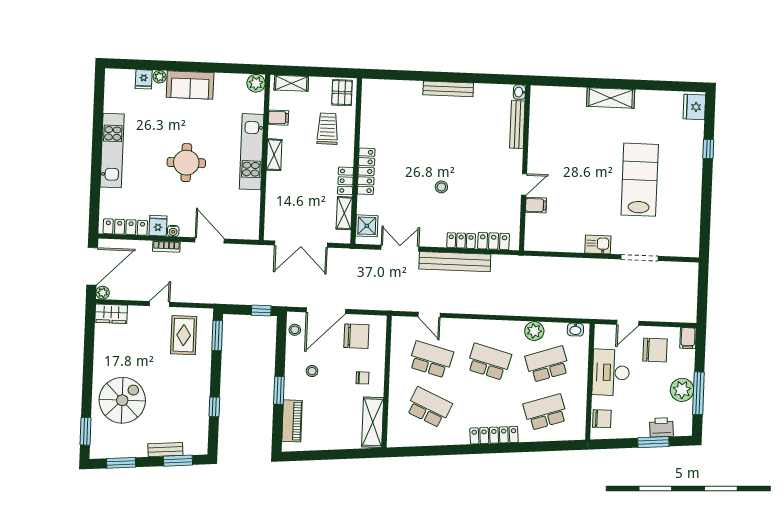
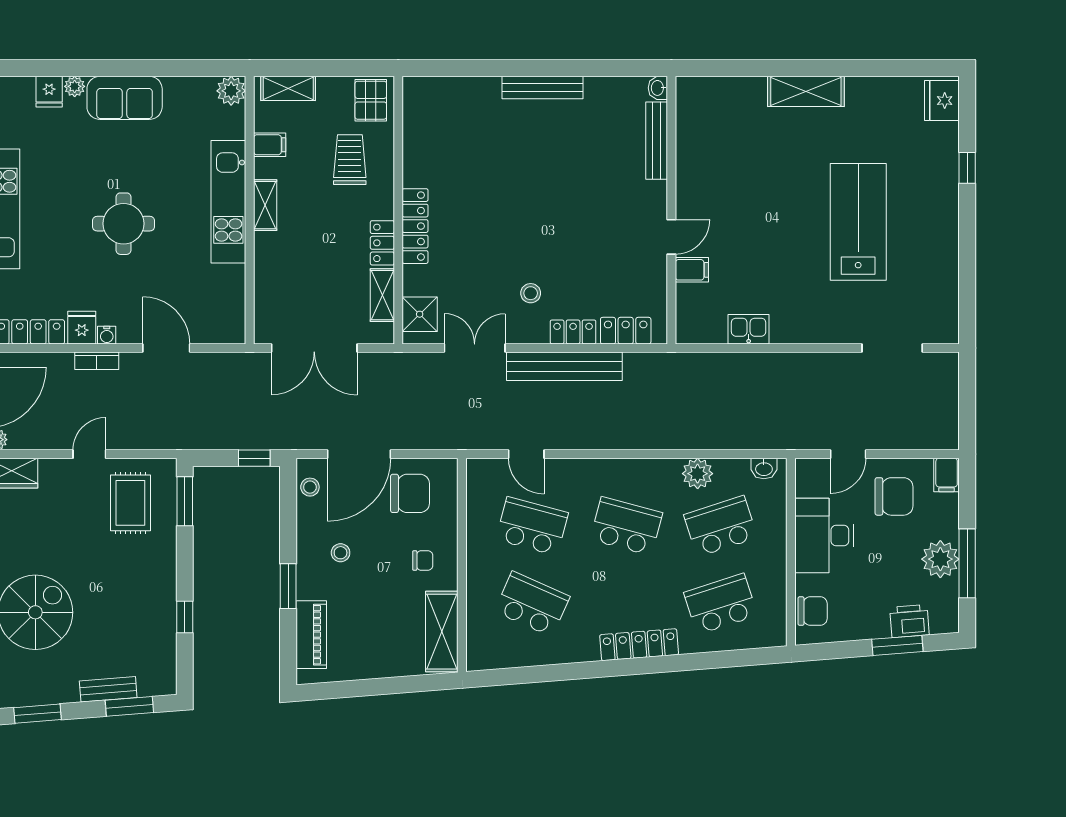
stool: (441, 187) -> (531, 293), moved
kitchen sink: (598, 244) -> (749, 329), moved
doorway: (639, 258) -> (892, 348), moved

